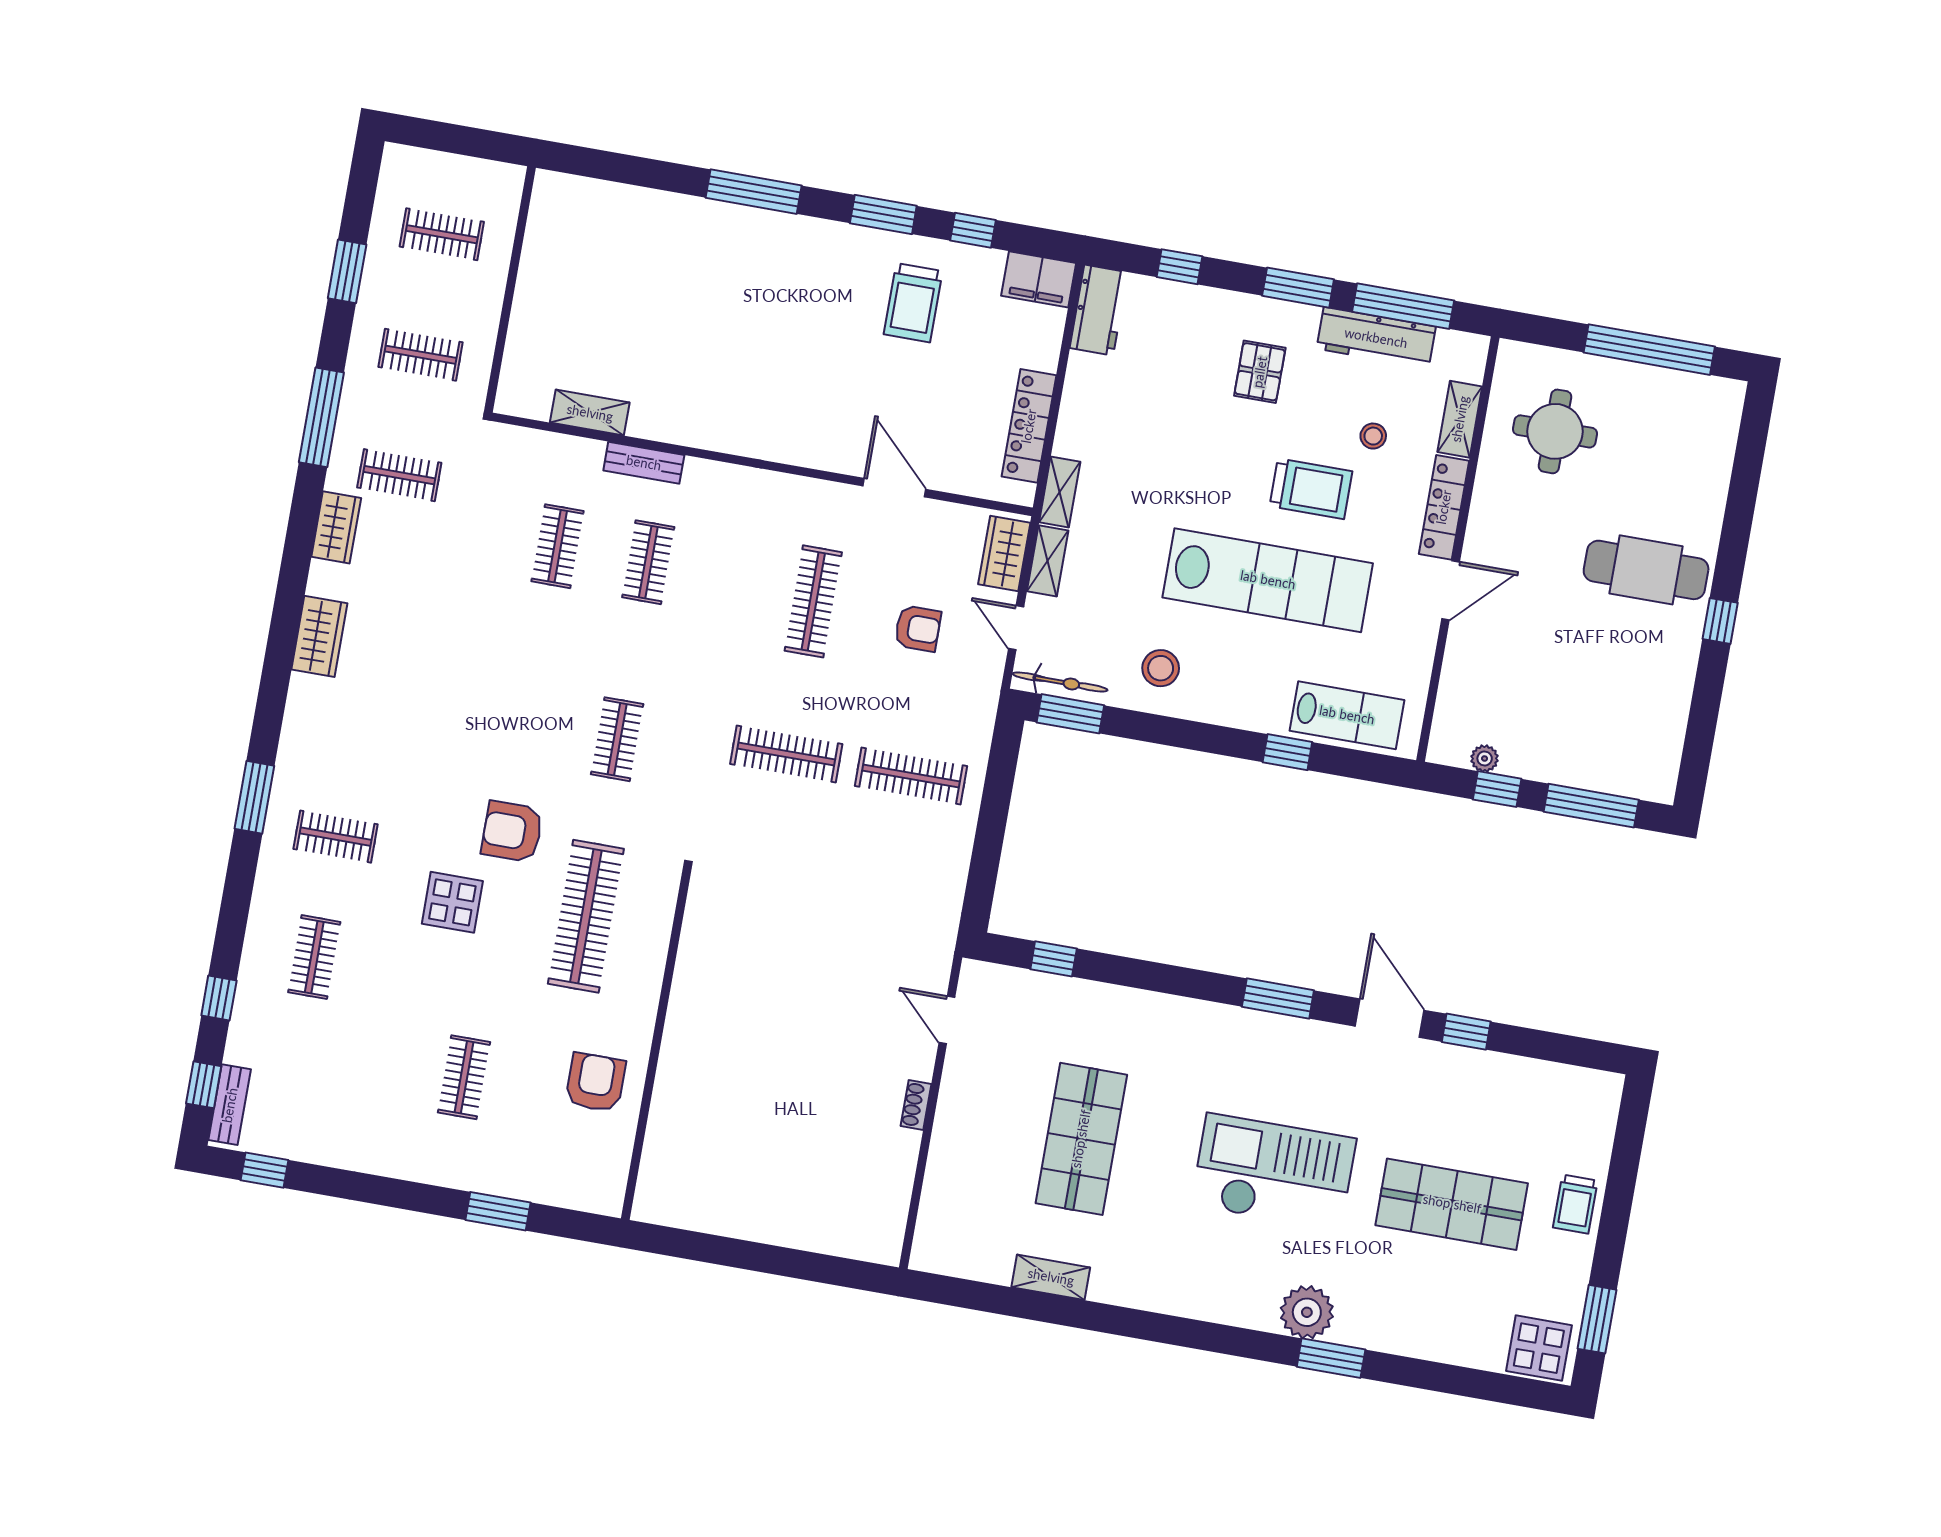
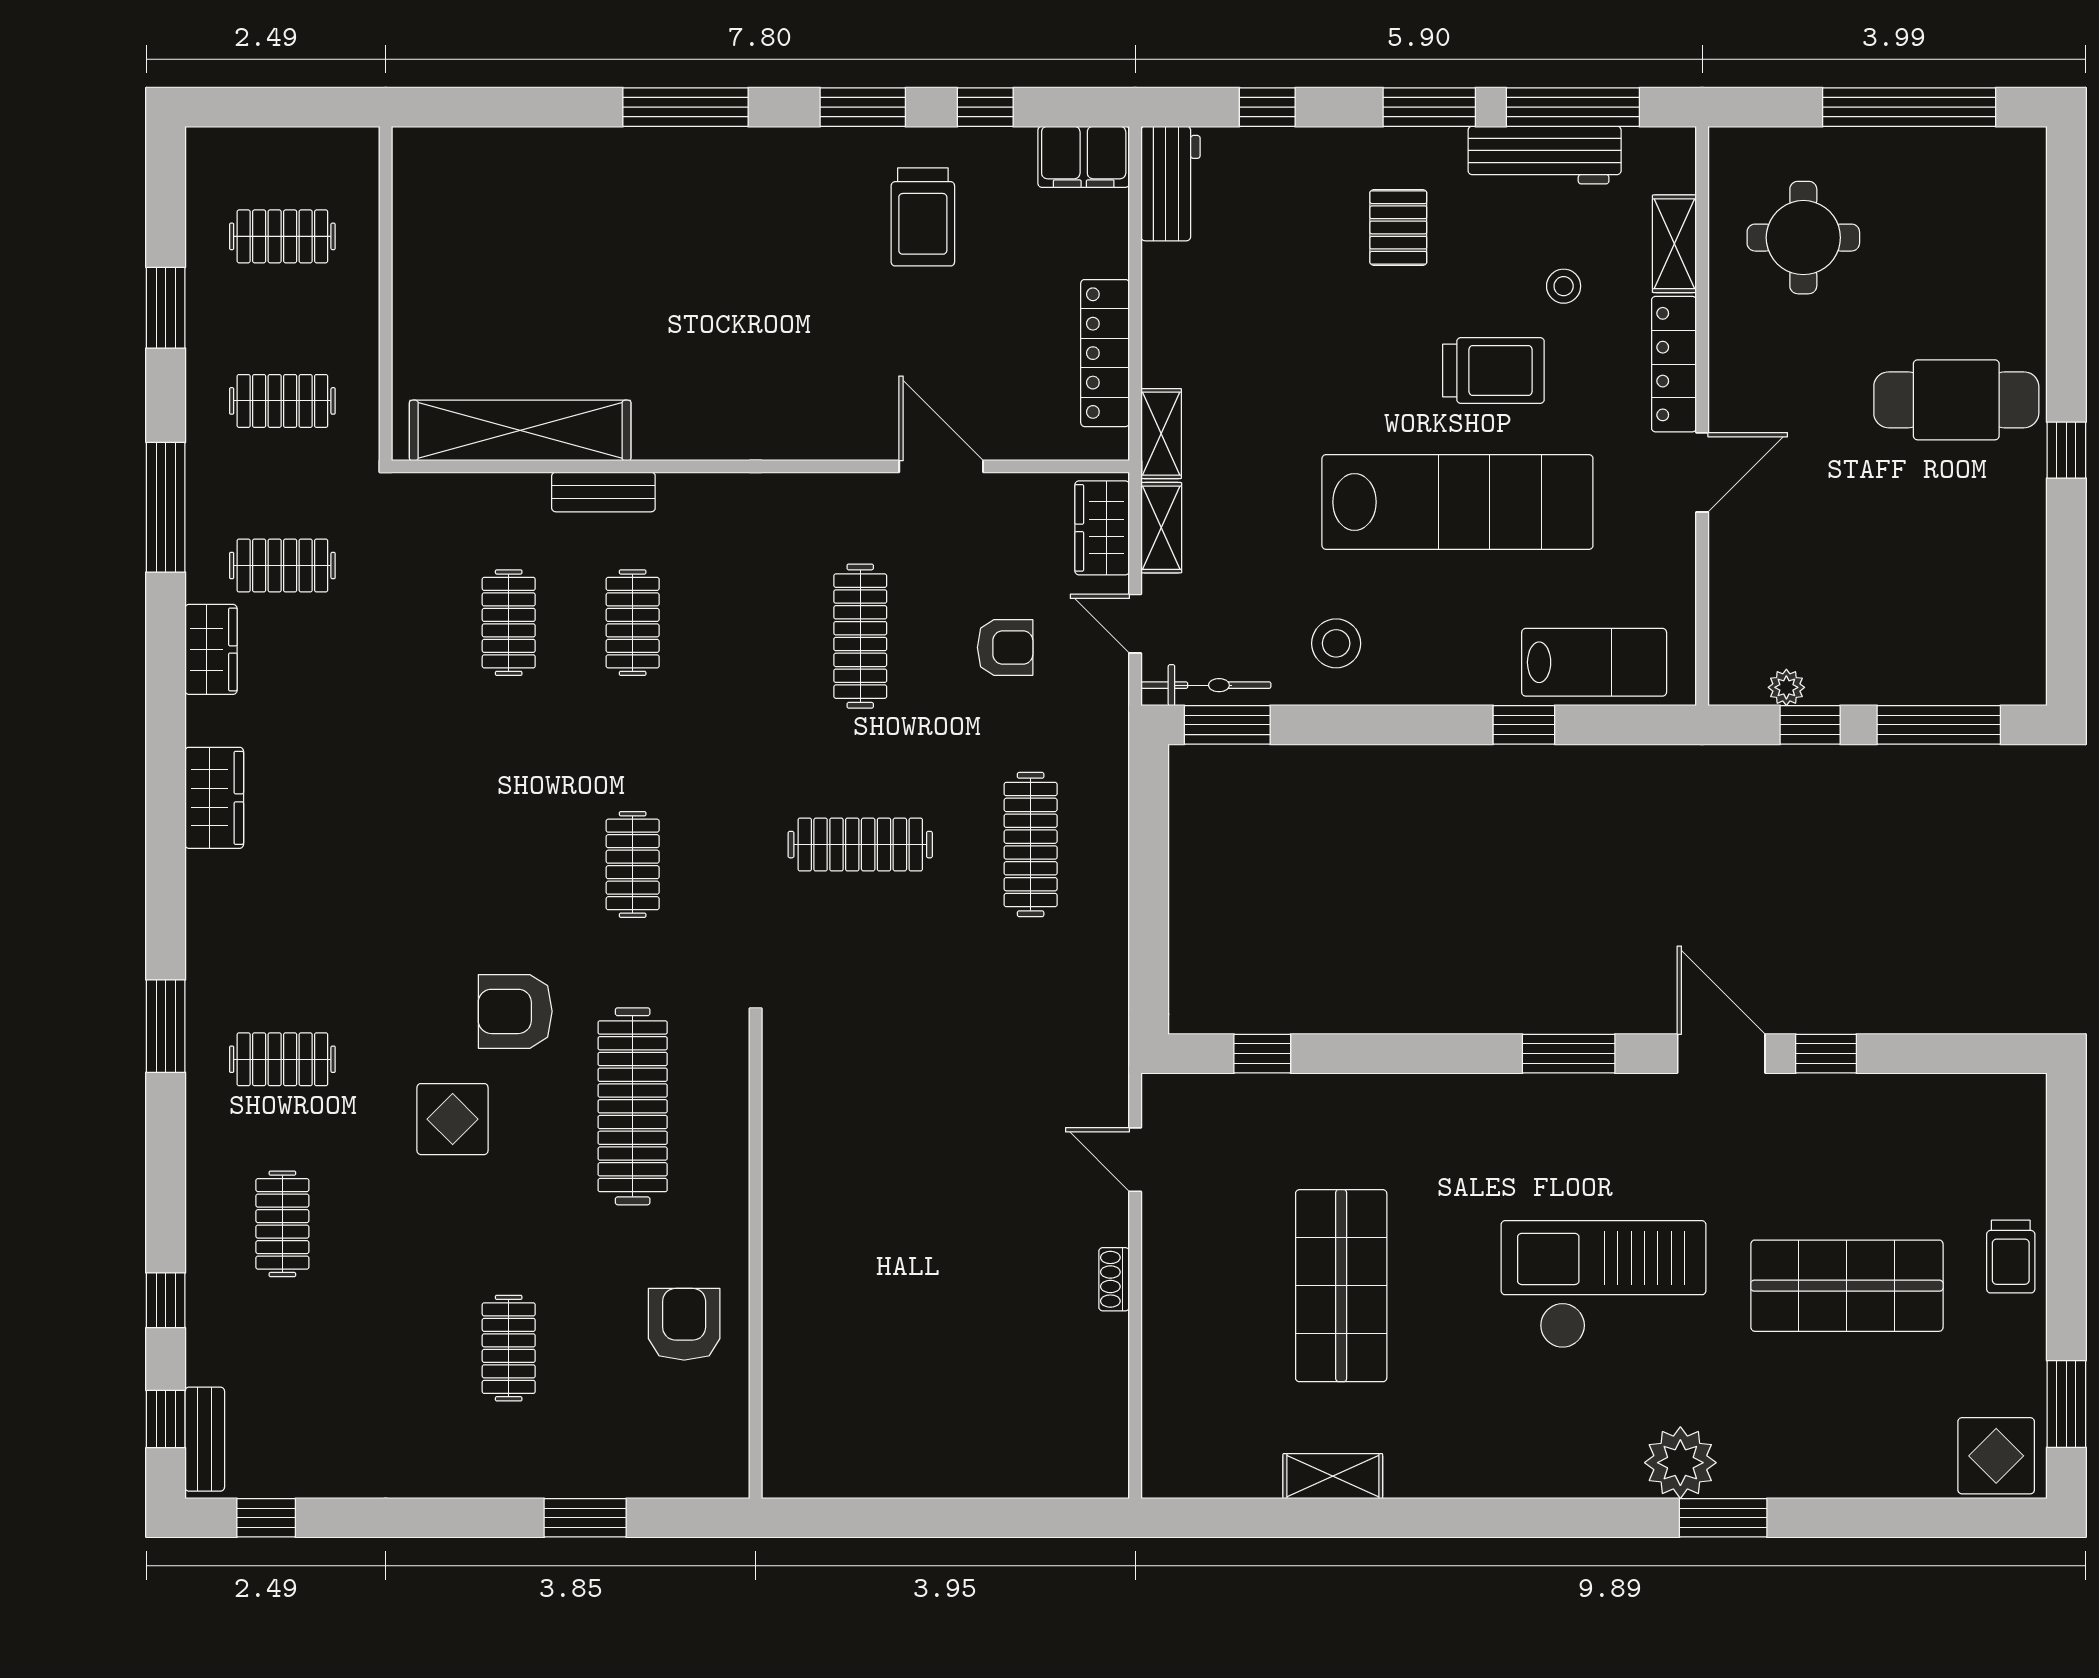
shelving: (590, 413) -> (520, 430), width x2.20, depth x1.33
clothes rail: (911, 776) -> (1031, 845), turned 90

